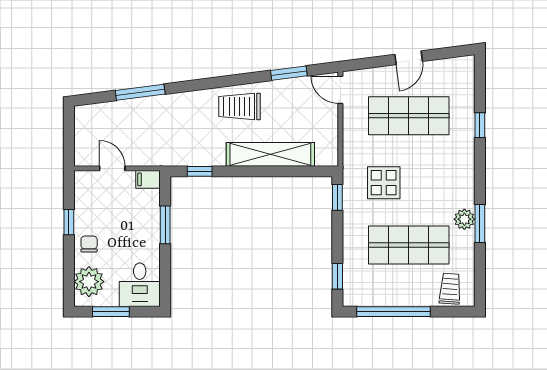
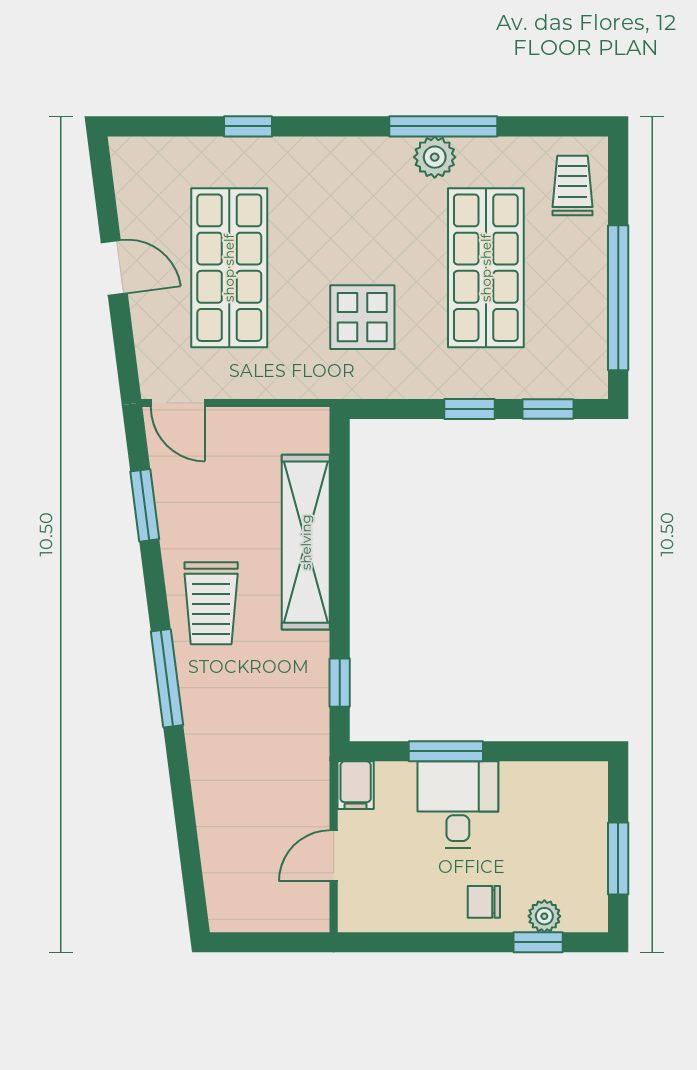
door: (340, 90) -> (178, 403), hinge flipped
window: (140, 92) -> (167, 678), moved
window: (337, 197) -> (470, 409), moved
window: (69, 222) -> (538, 942), moved
window: (480, 224) -> (443, 126), width x1.44
plant: (89, 282) -> (544, 916), width x0.53, depth x0.53
desk: (140, 285) -> (458, 805), moved, turned -90
trolley: (450, 289) -> (573, 185), turned 86

